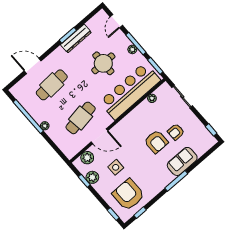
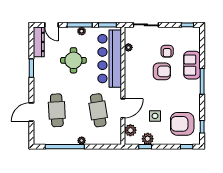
dresser: (76, 38) -> (39, 42), moved

